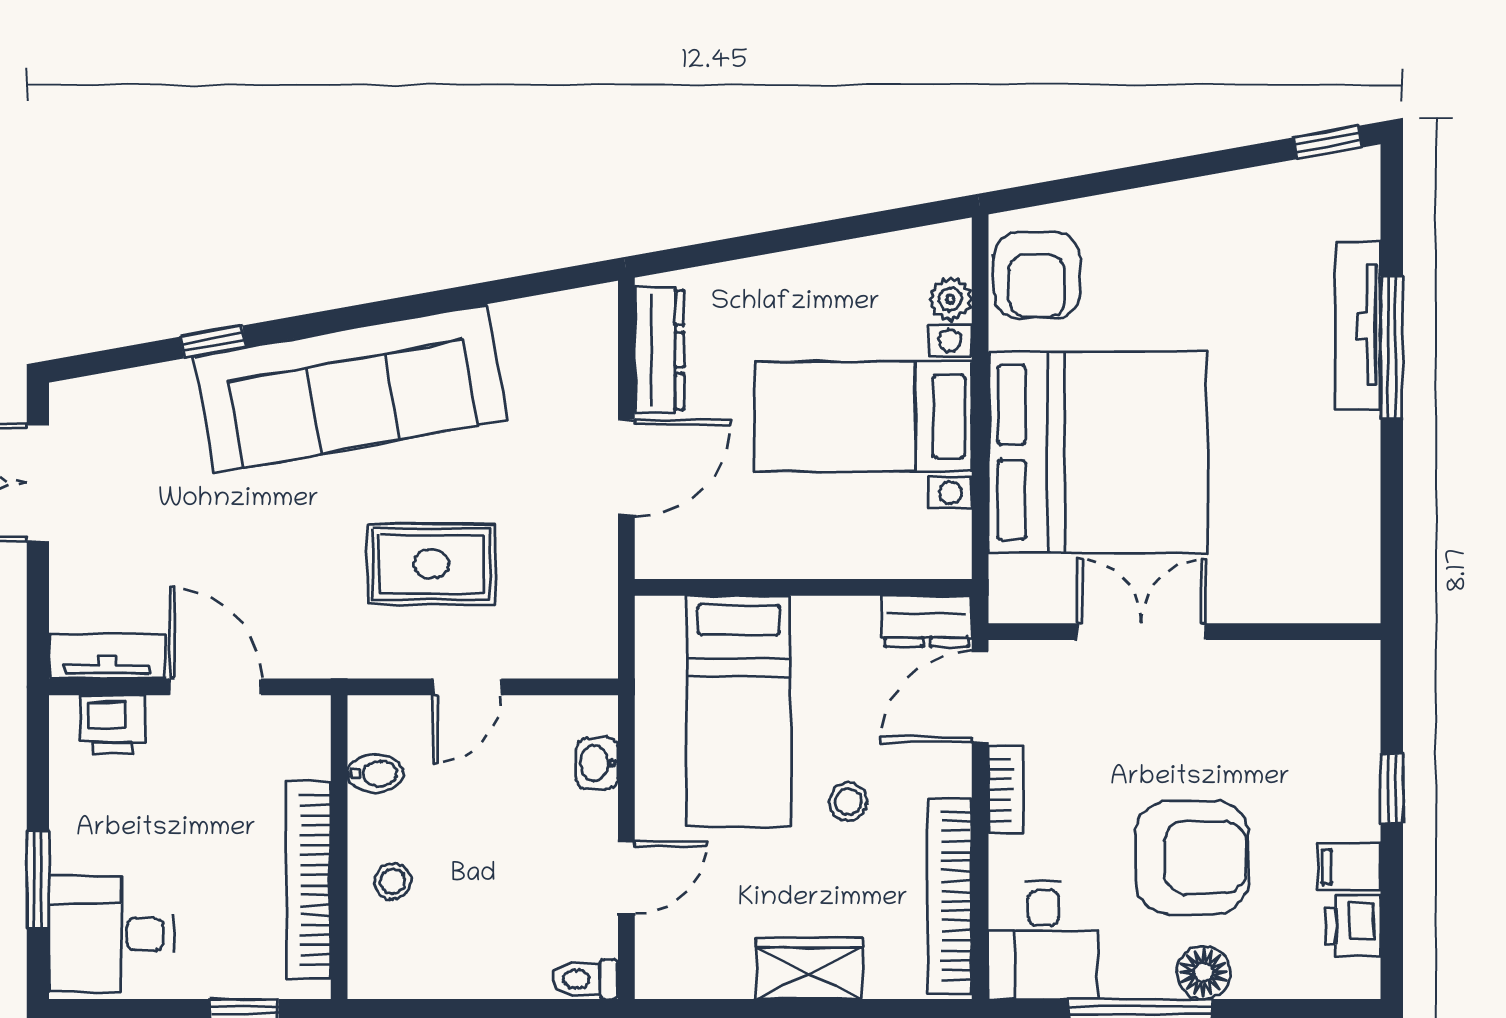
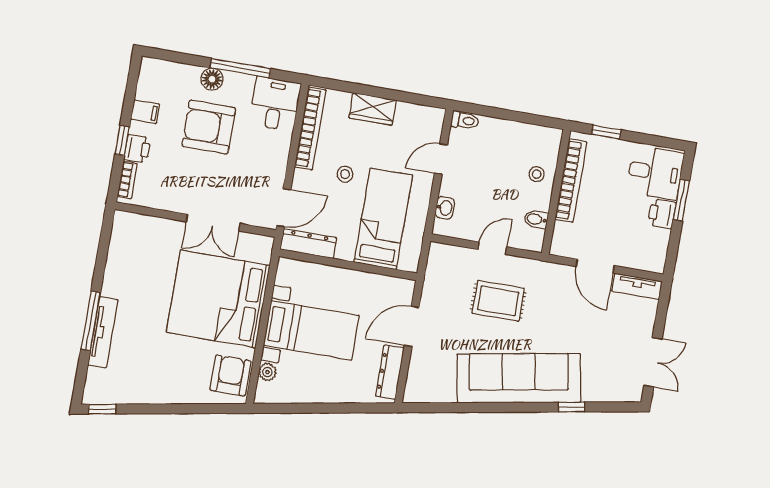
dresser: (927, 621) -> (308, 244), width x1.44
printer: (113, 725) -> (662, 214), moved, turned -90
bookcase: (1006, 790) -> (127, 180), moved, turned 180
printer: (1353, 926) -> (137, 149), moved

